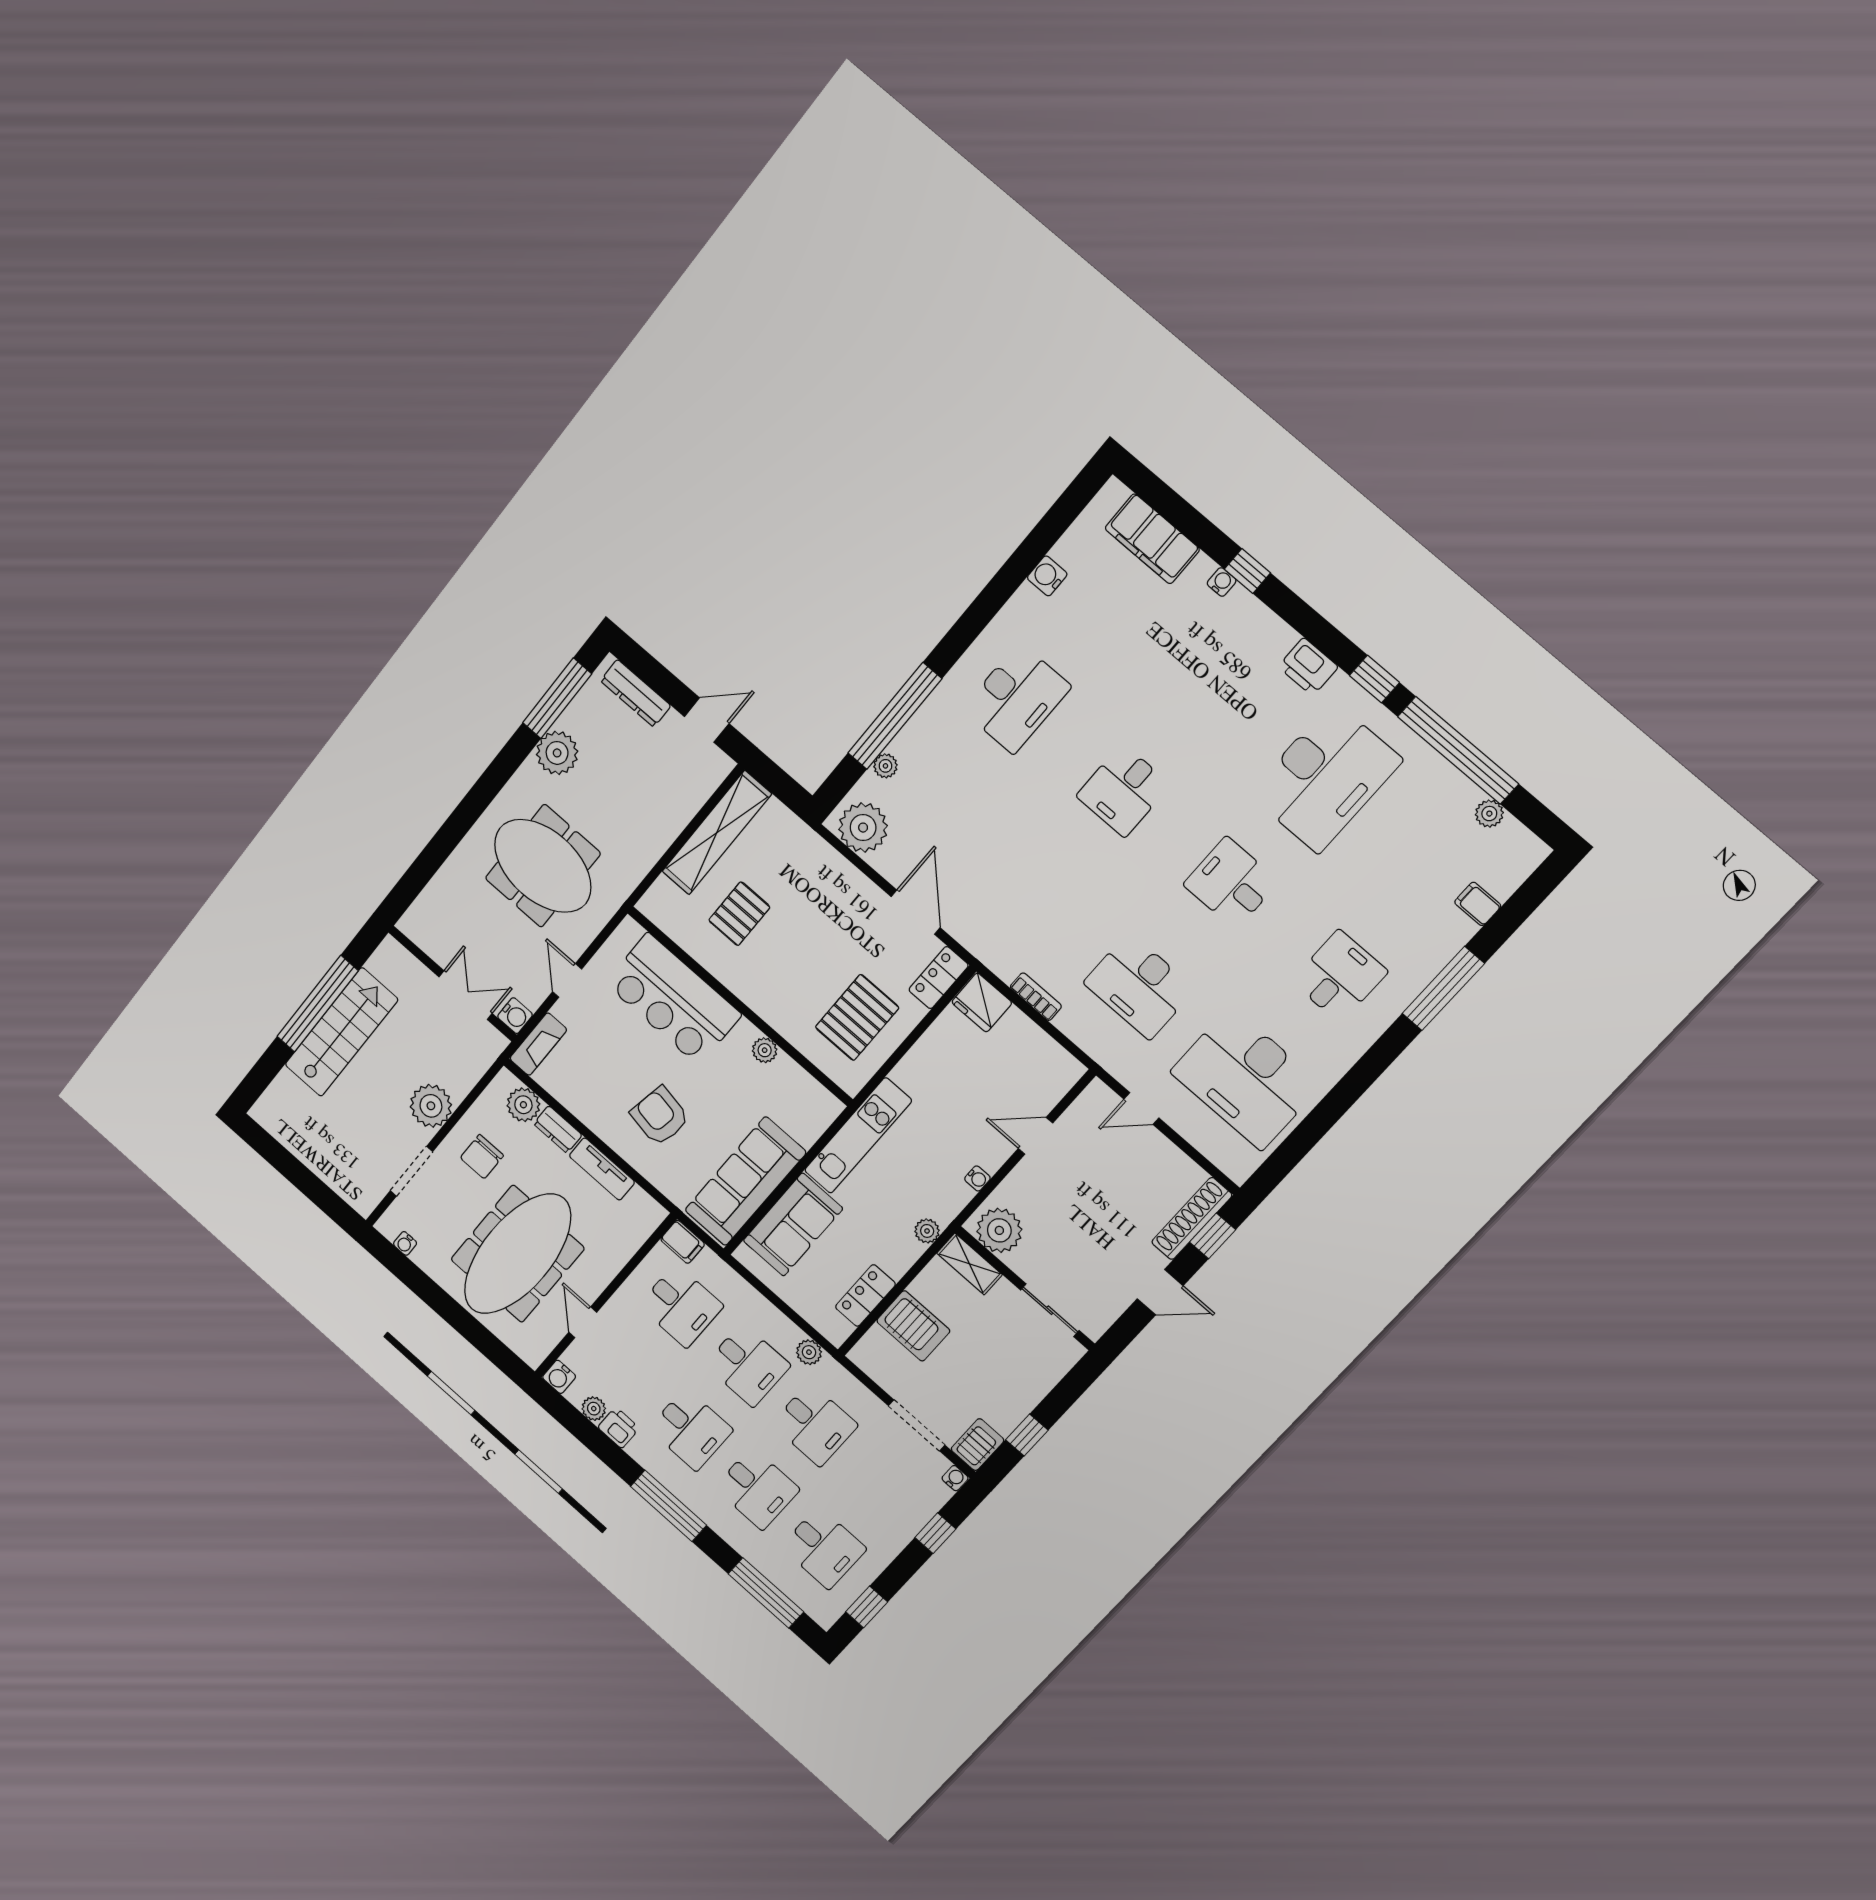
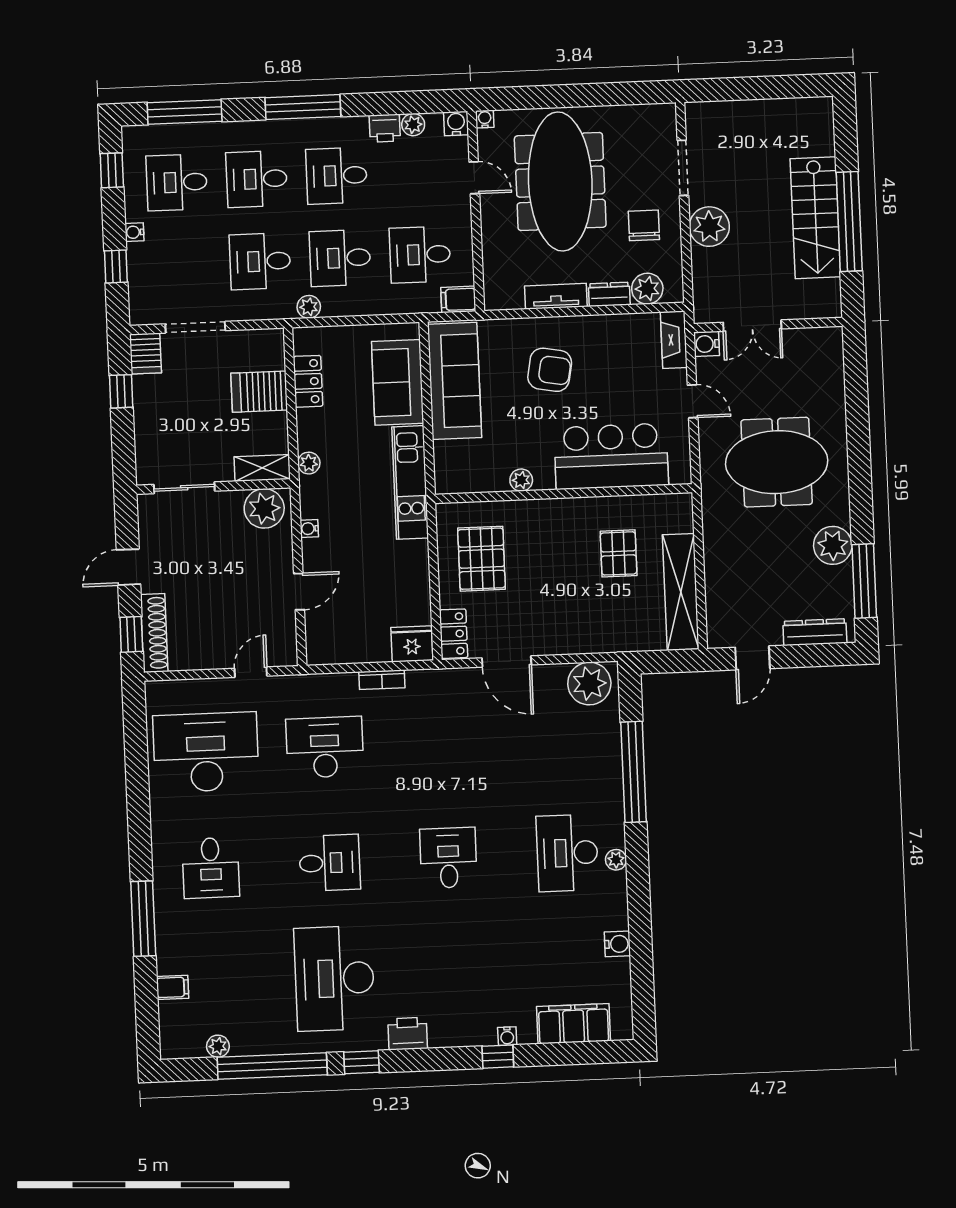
plant: (885, 766) -> (616, 860), moved
water cooler: (405, 1243) -> (485, 119), moved
water cooler: (955, 1478) -> (134, 232), moved, turned 90

